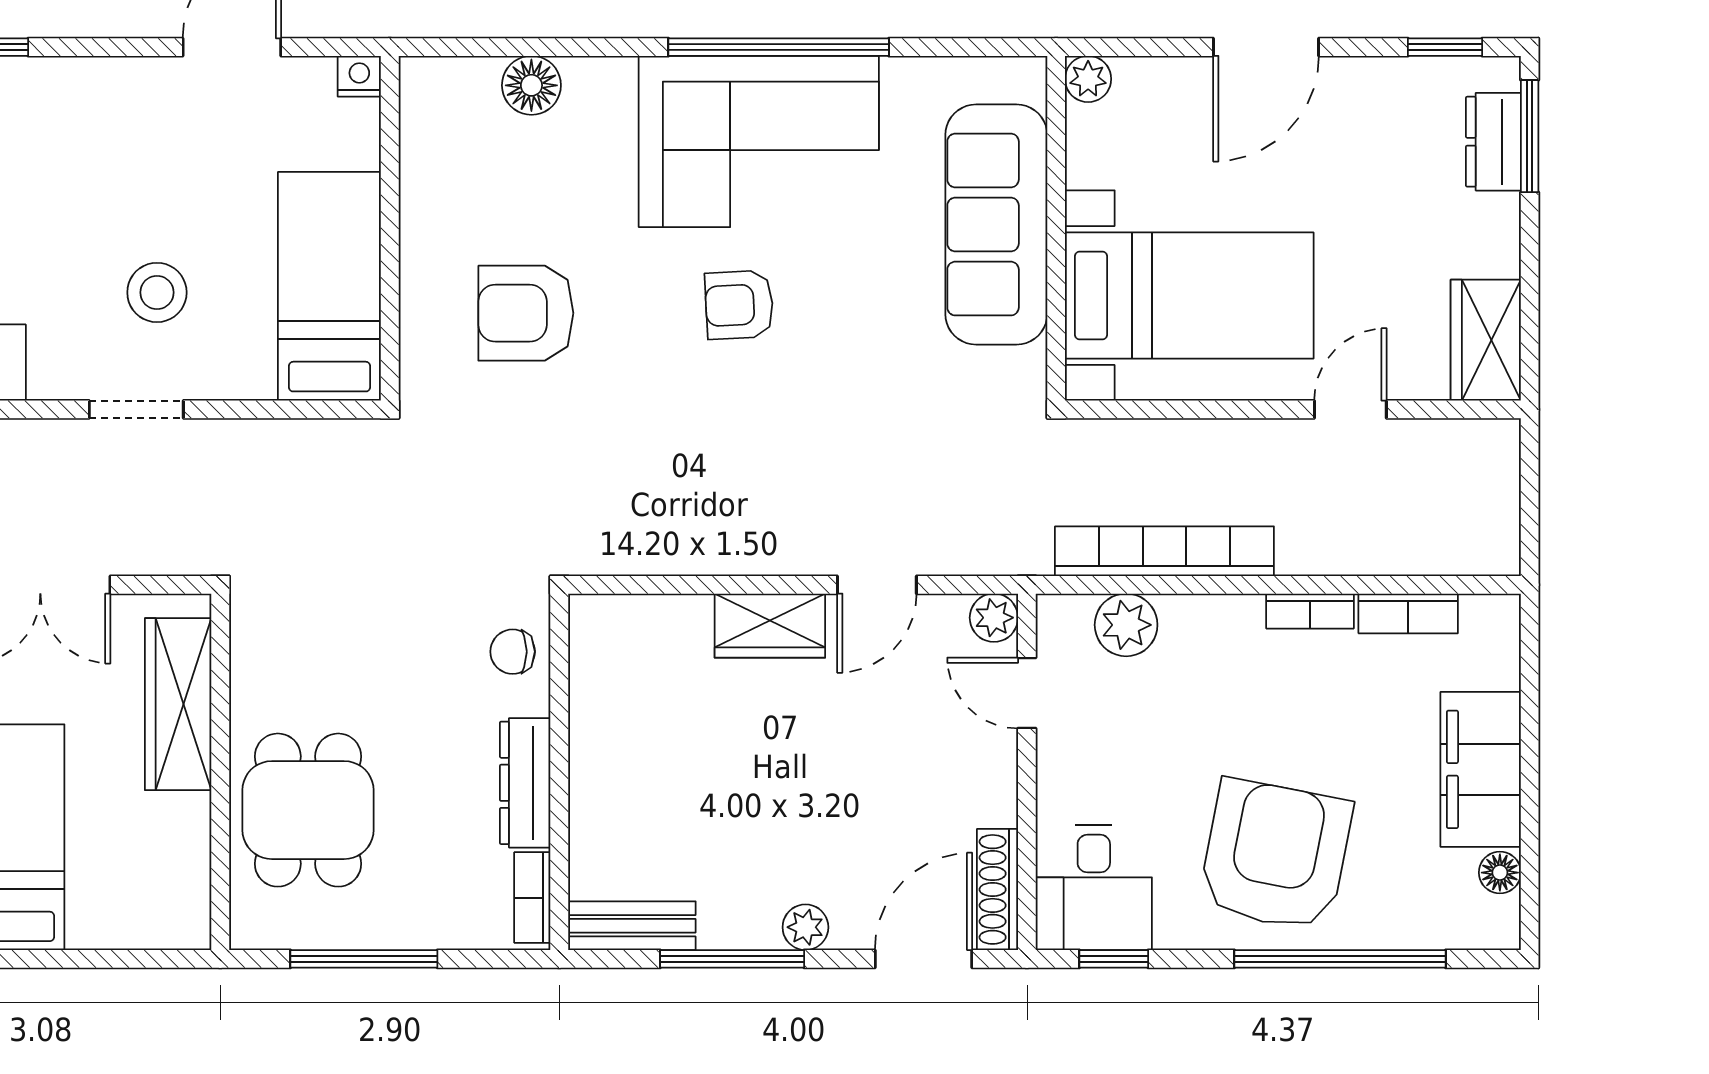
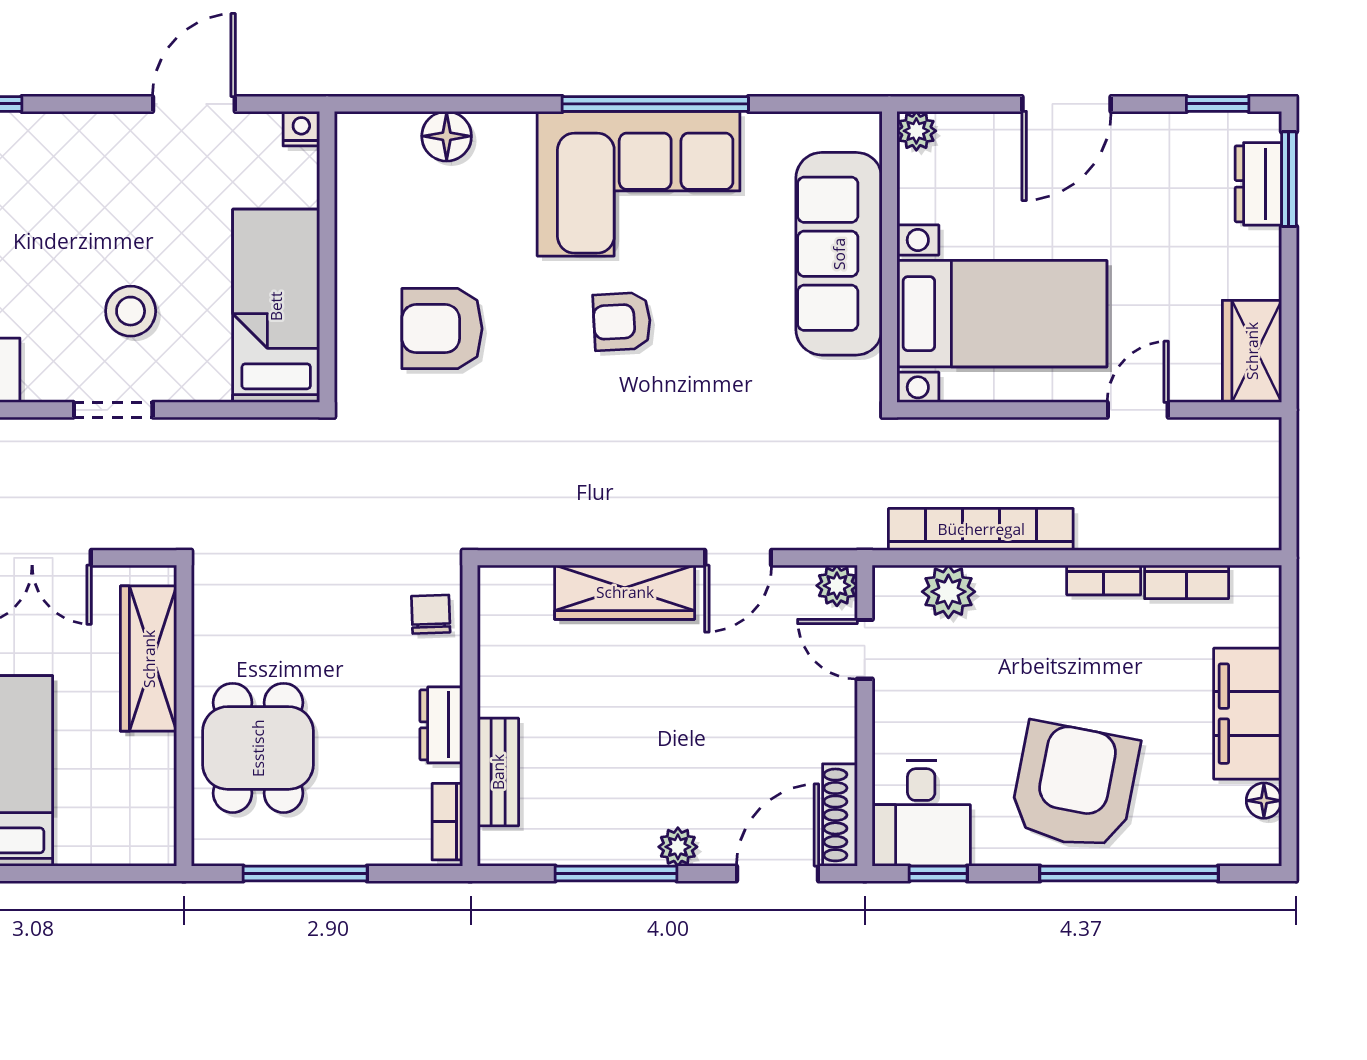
wardrobe: (770, 626) -> (625, 592), width x1.50
chair: (513, 652) -> (431, 614), turned 88
dresser: (525, 783) -> (441, 725), width x0.70
bench: (632, 926) -> (498, 772), moved, turned 90

